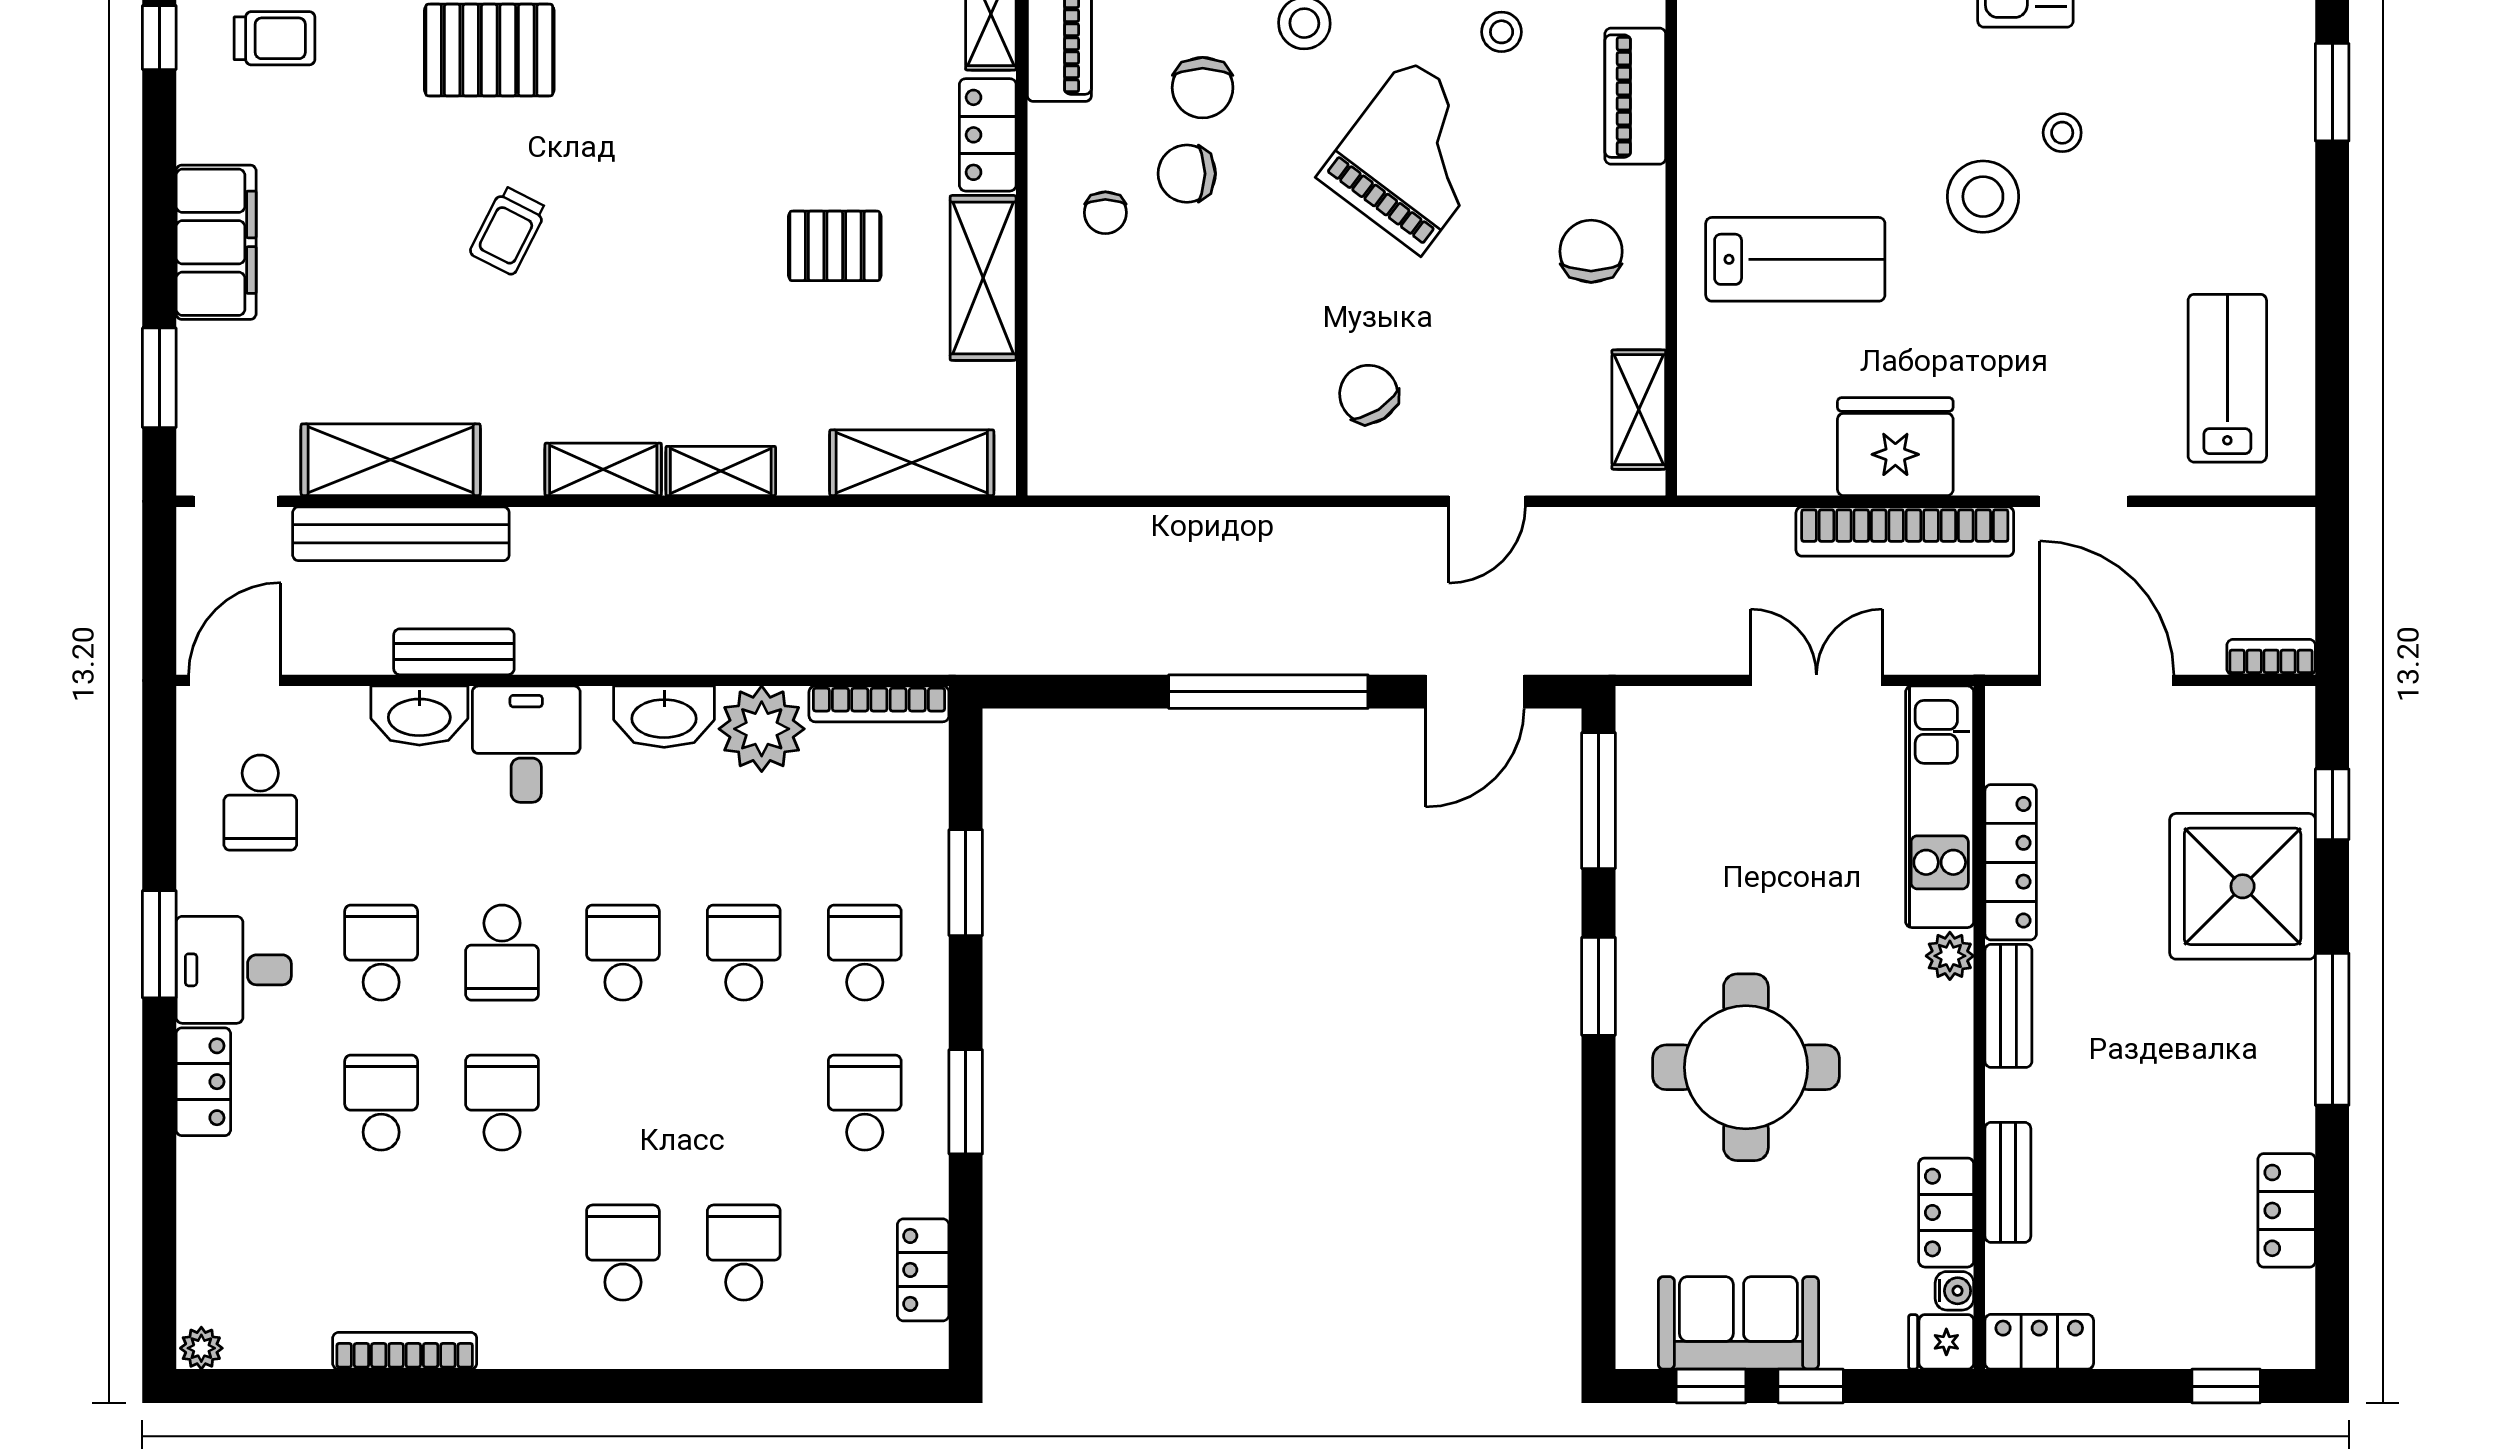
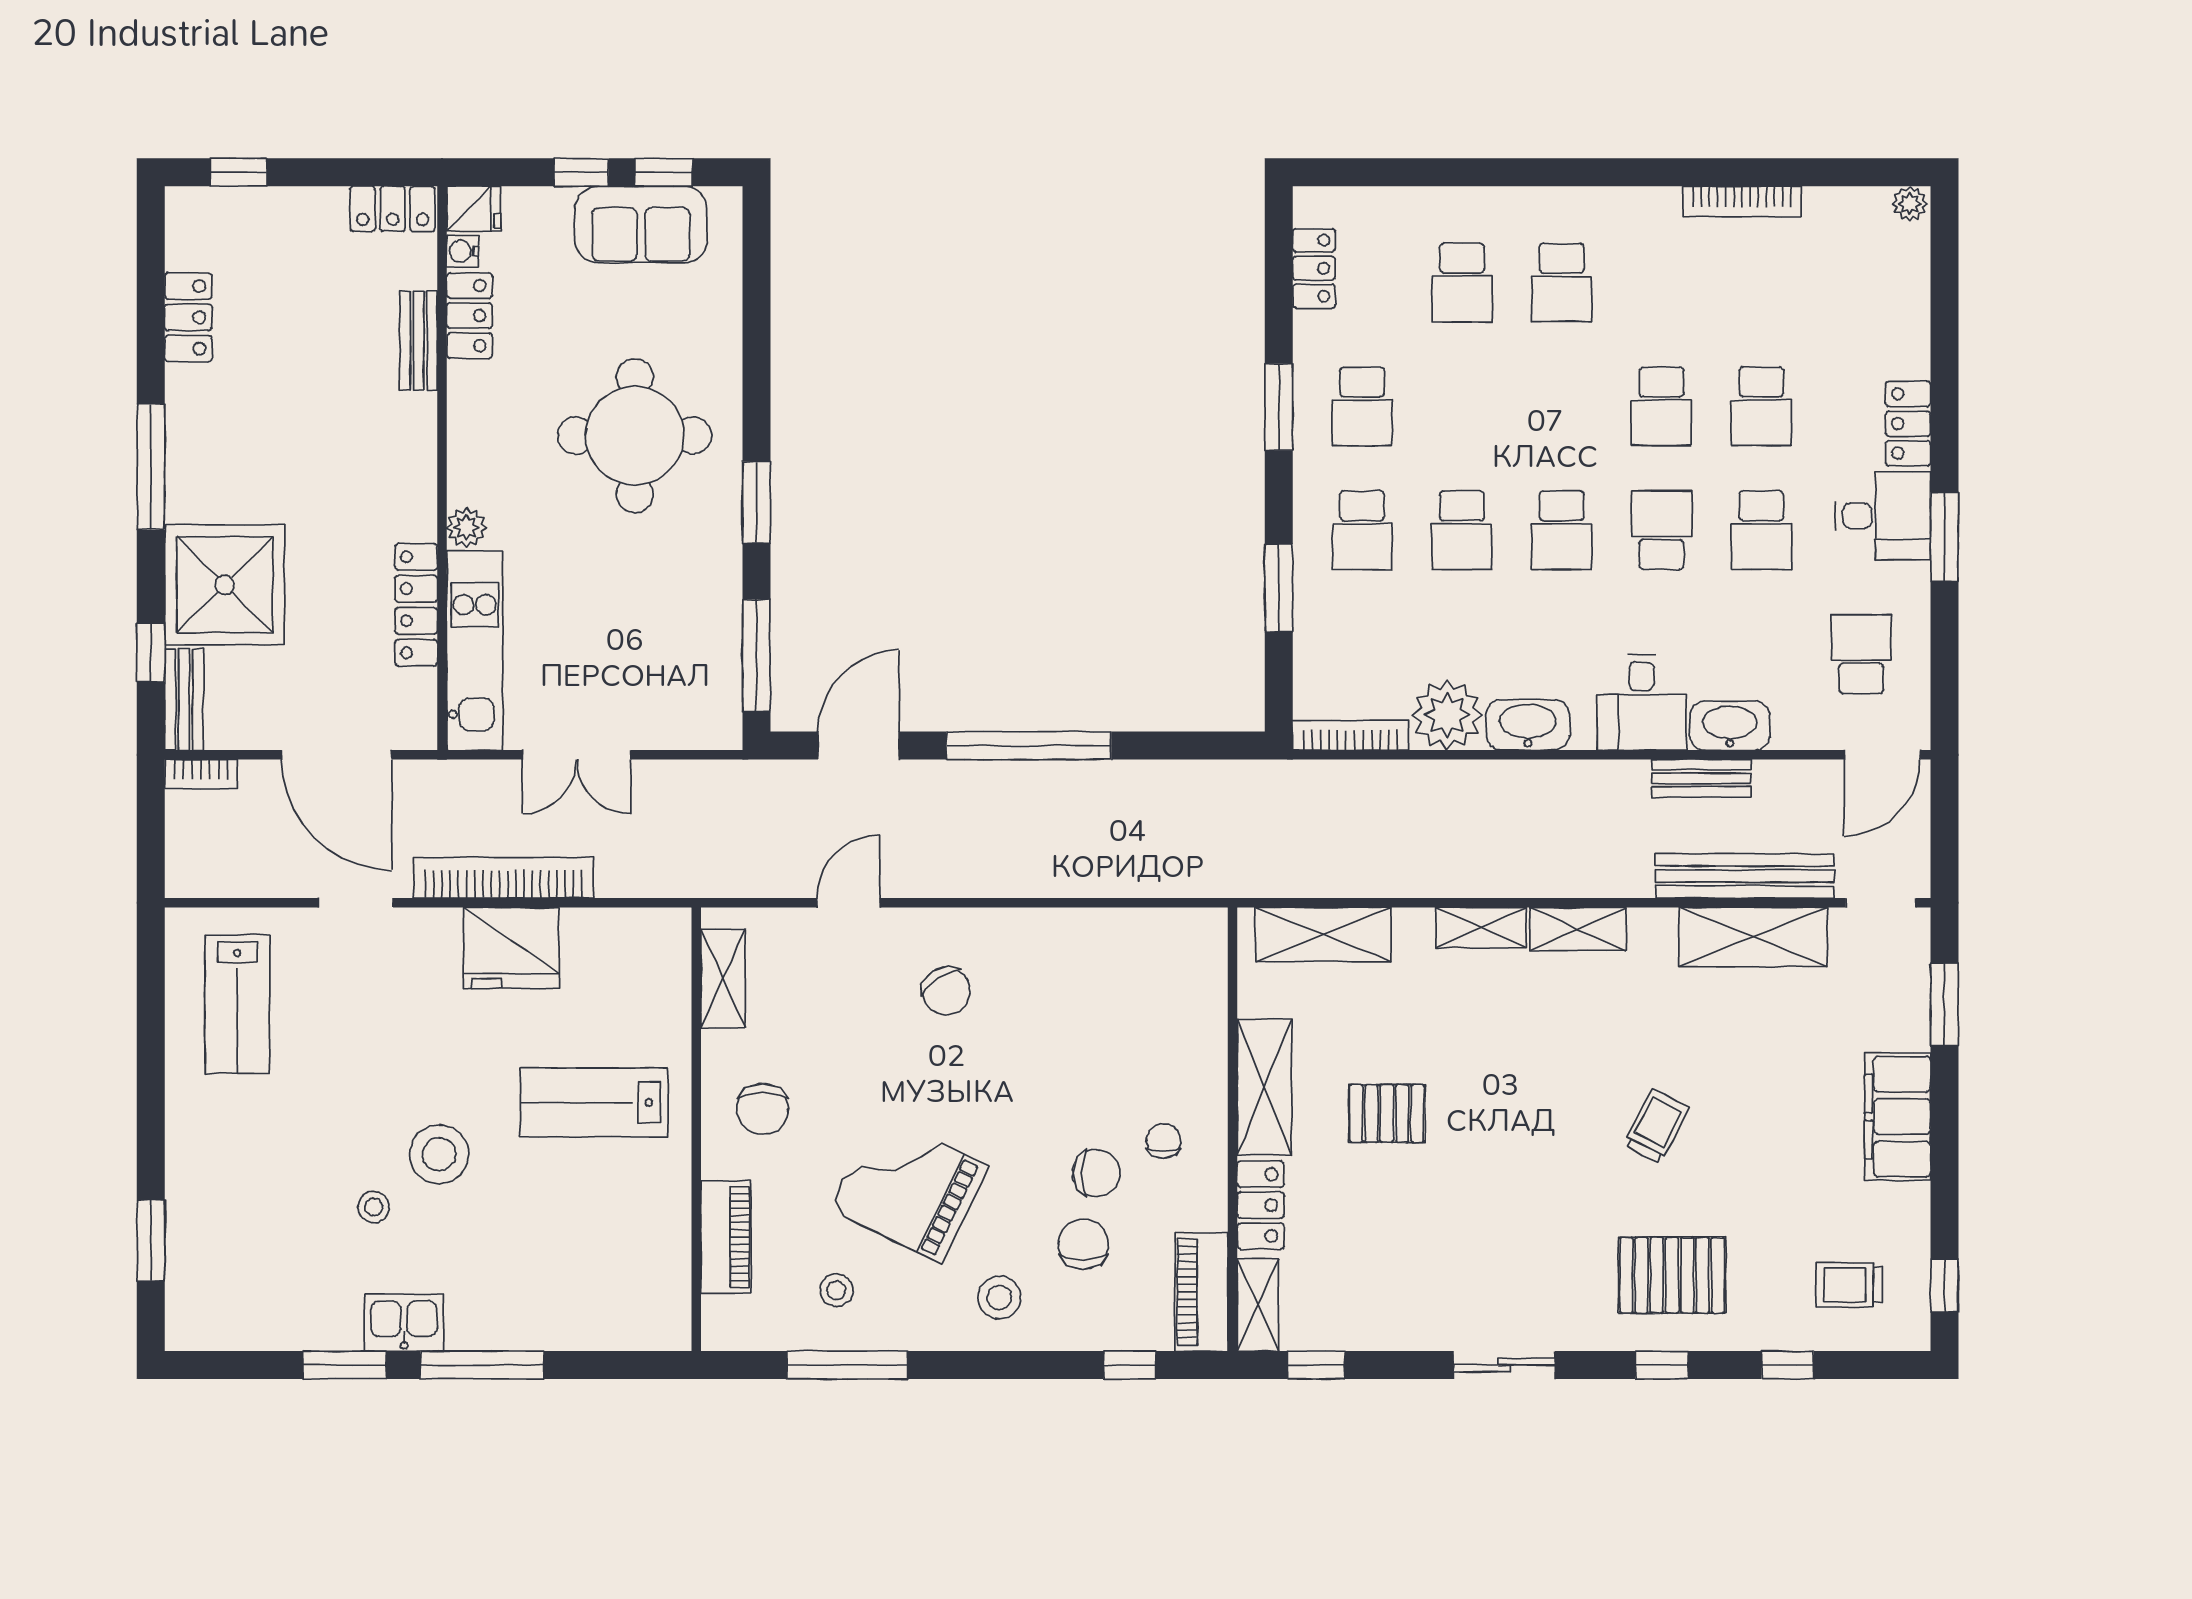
grand piano: (1414, 156) -> (909, 1188), turned 79
bench: (2008, 1006) -> (184, 699), moved

